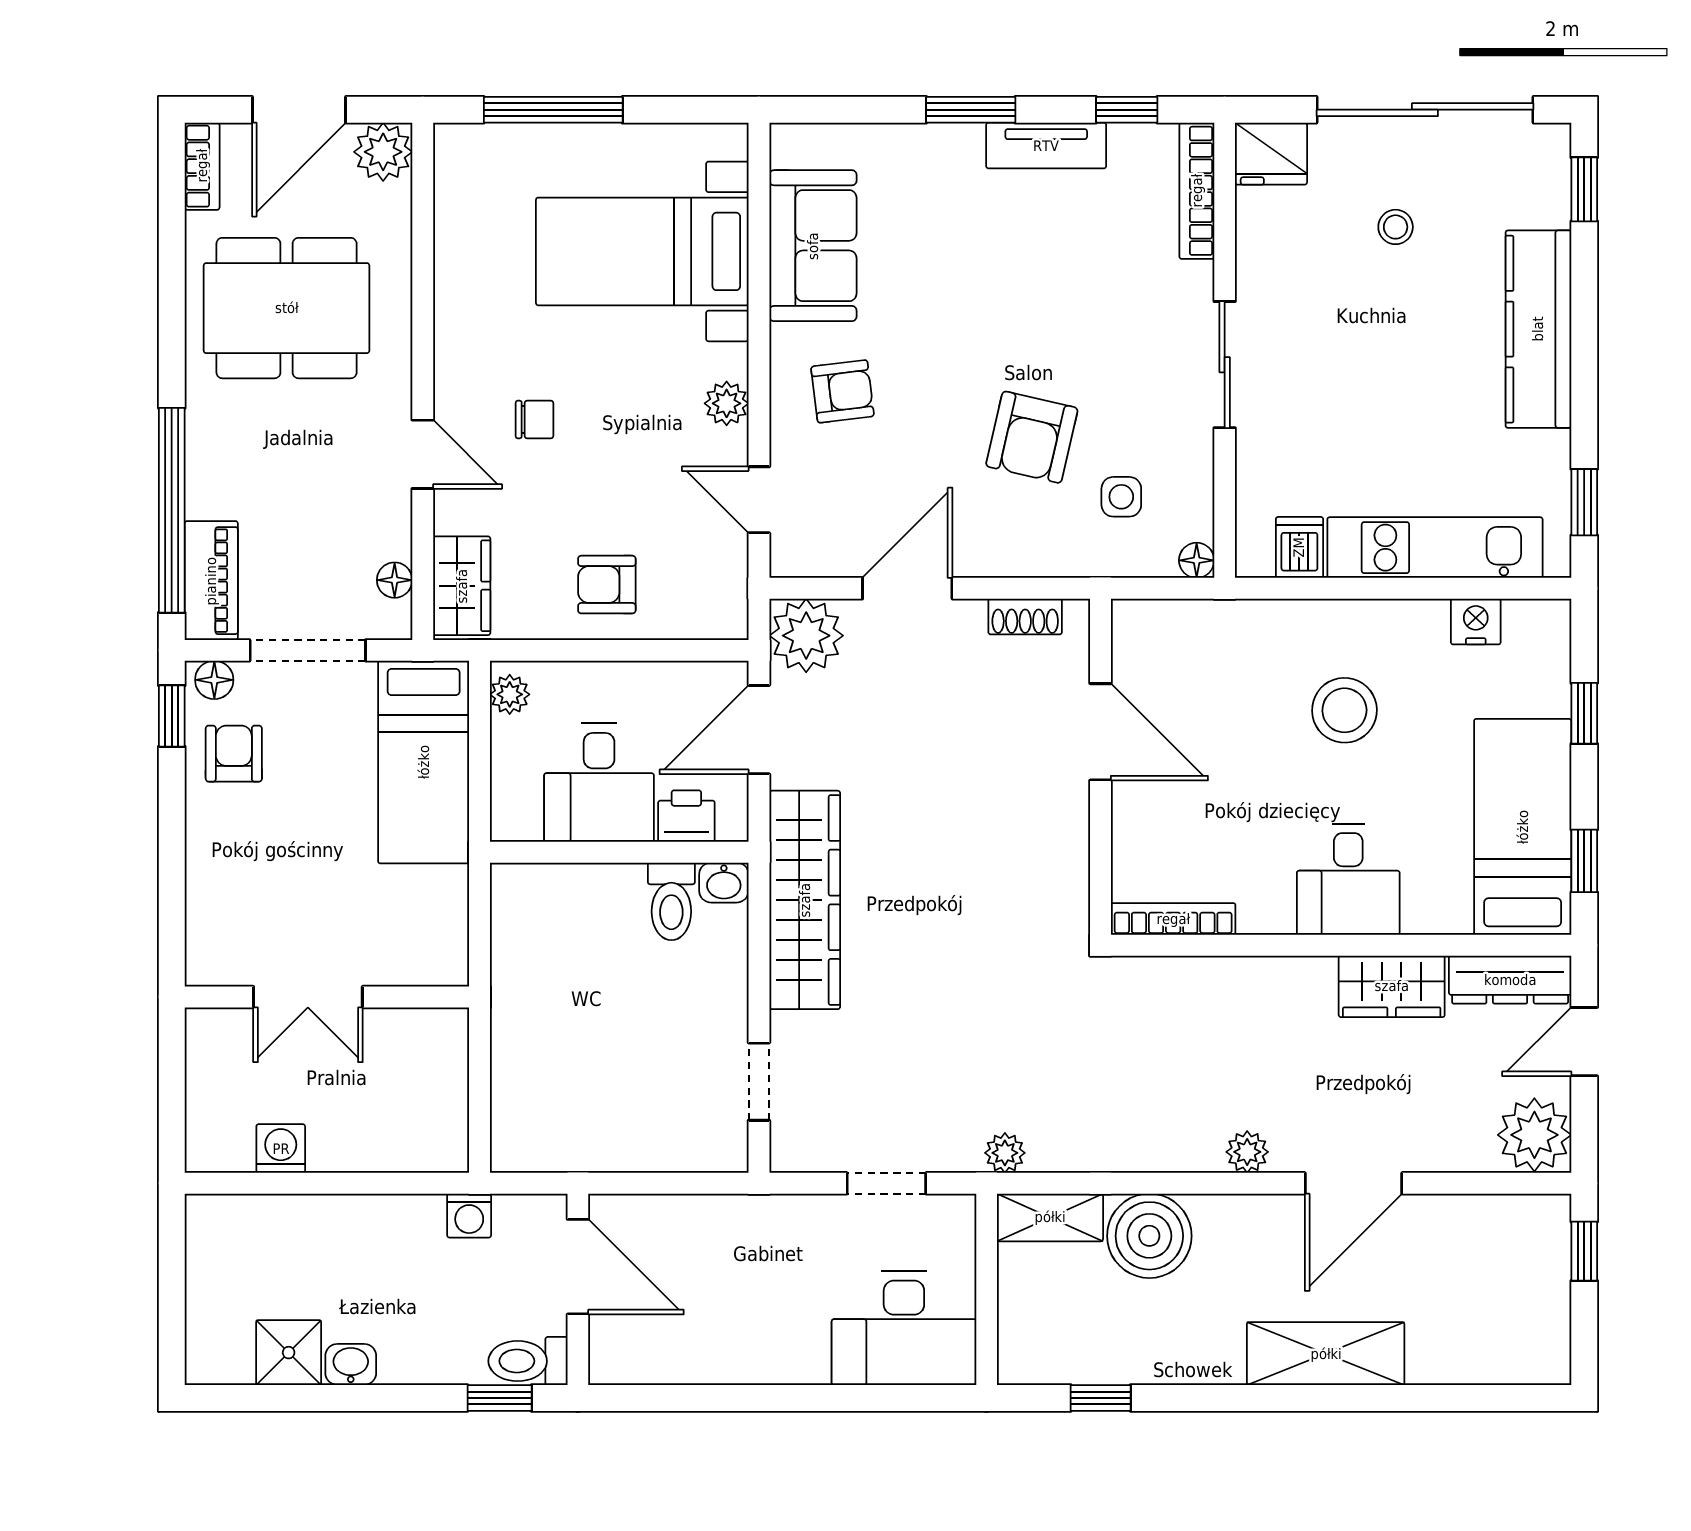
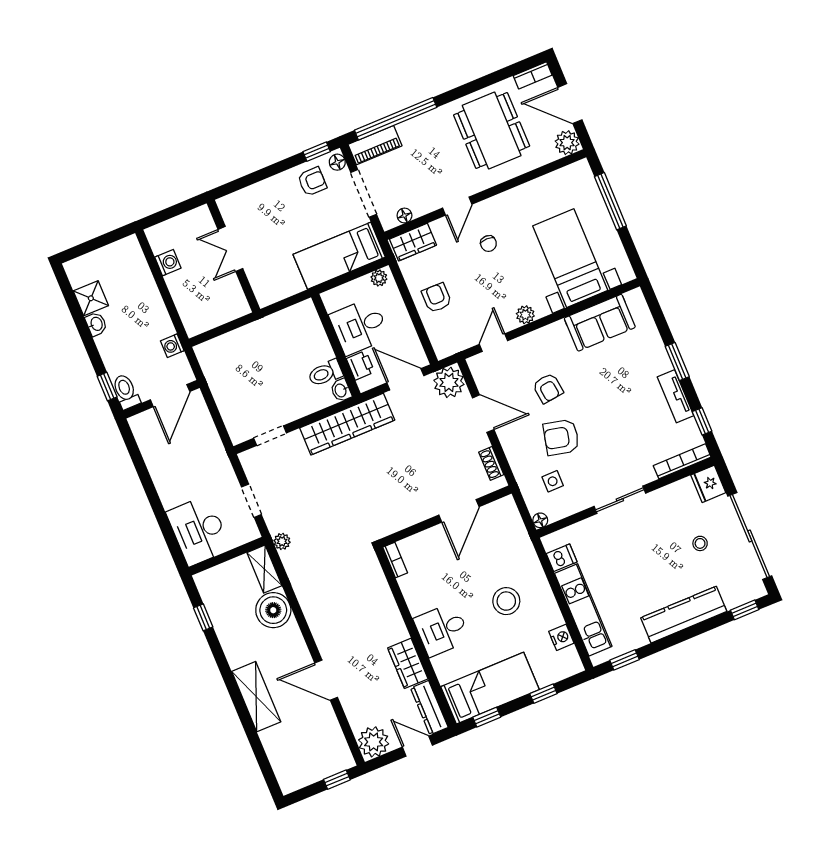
armchair: (842, 391) -> (548, 388), moved
bookcase: (1173, 919) -> (395, 560), width x0.64
plant: (1247, 1152) -> (321, 634), removed

